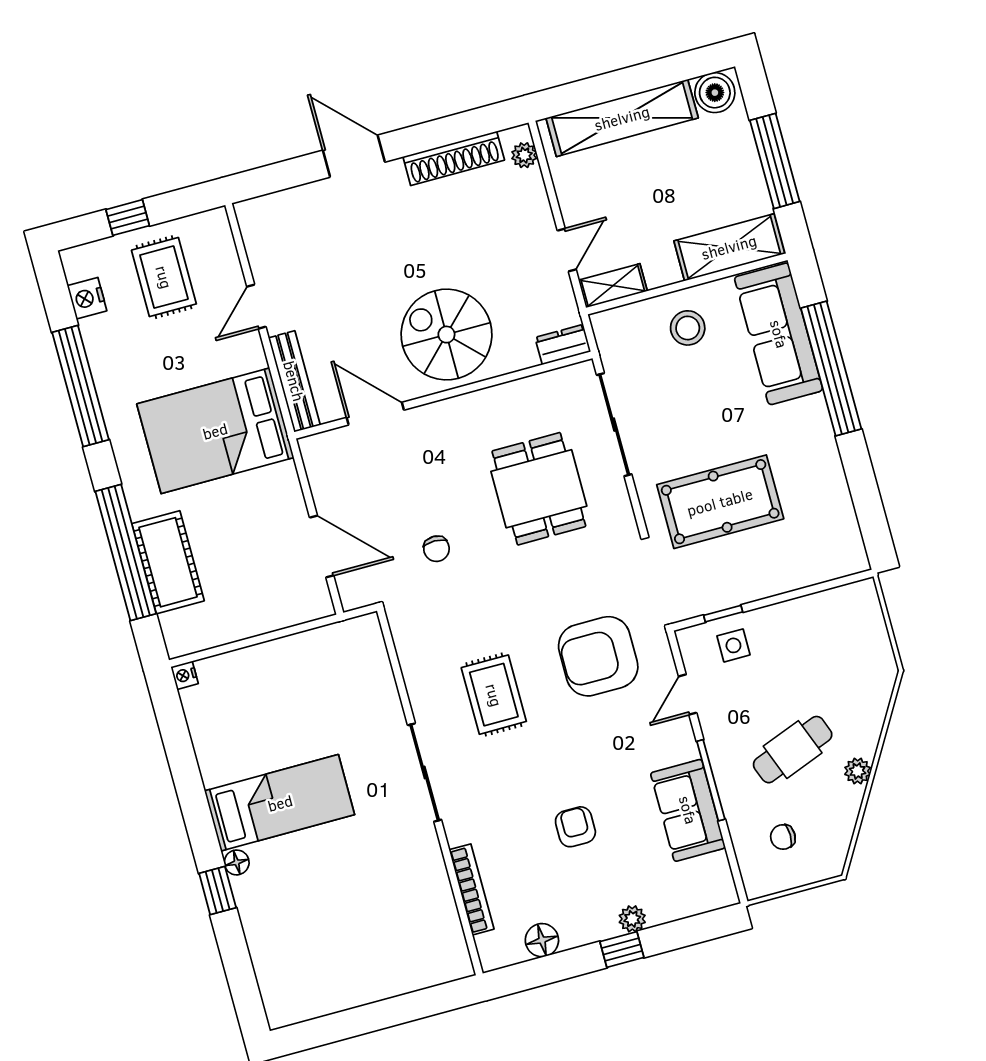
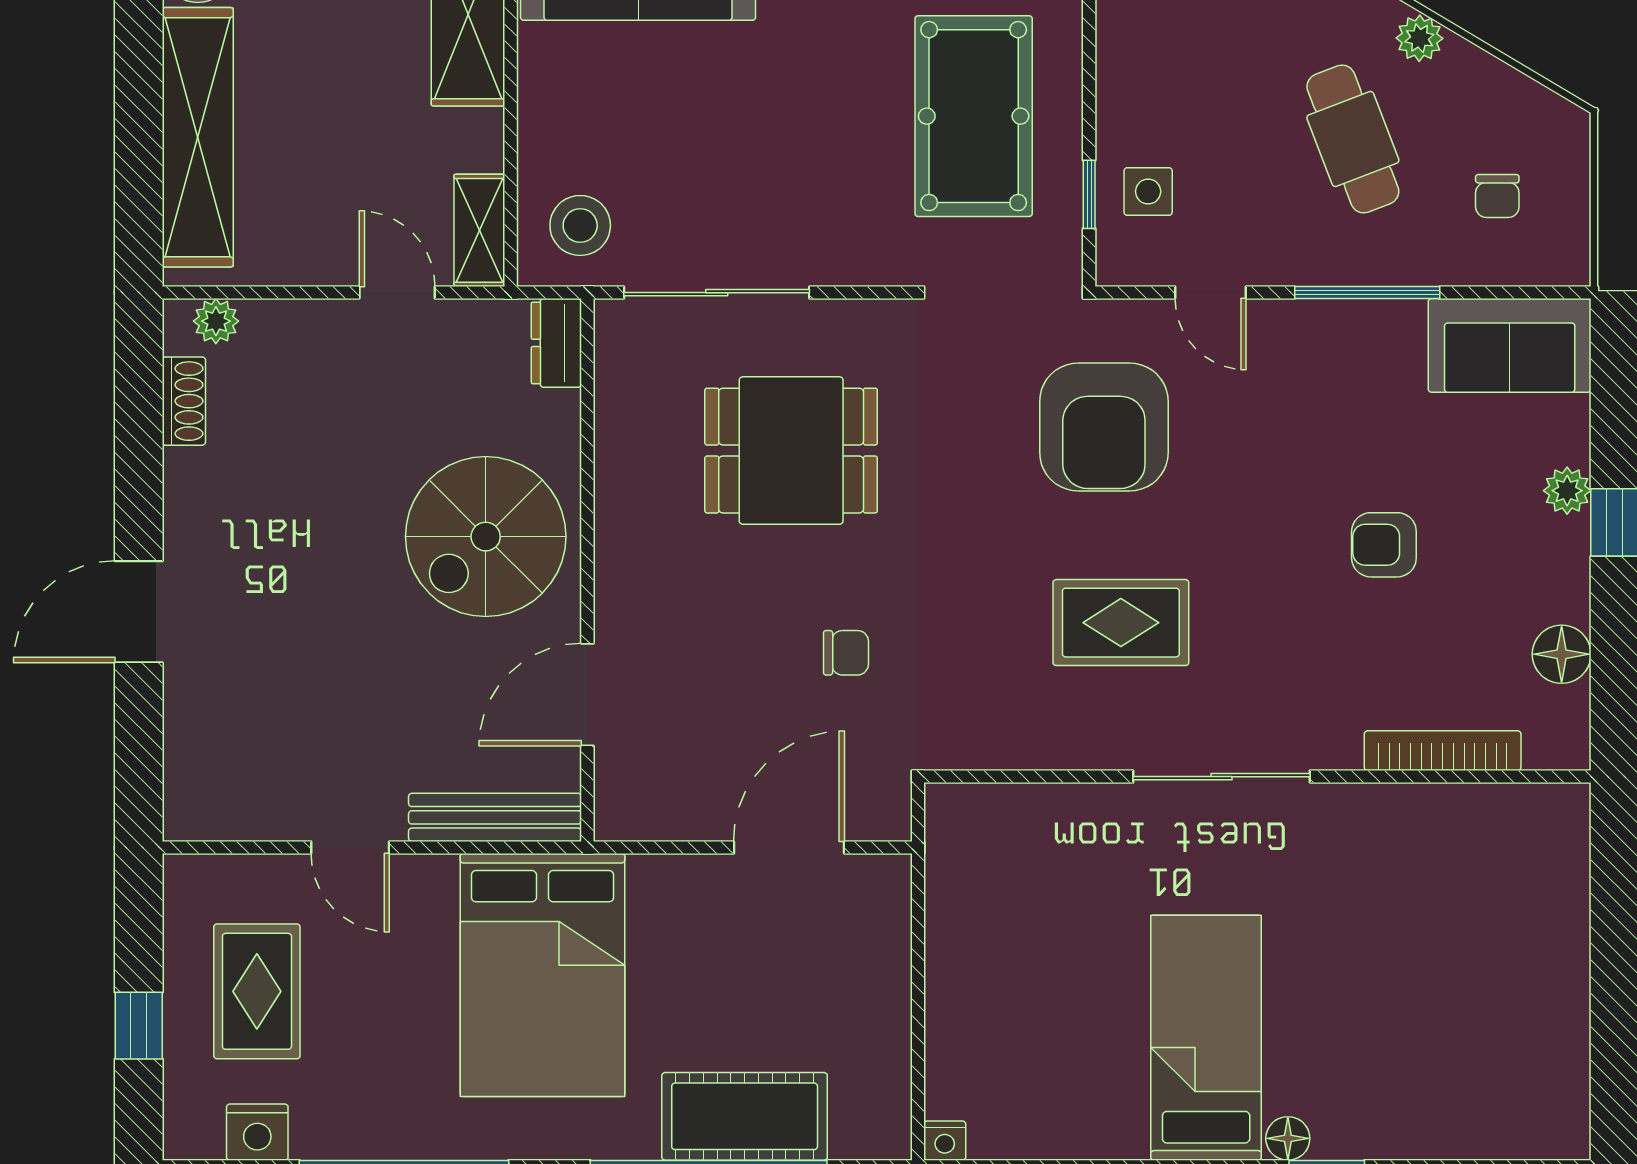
shoe rack: (454, 158) -> (184, 401), width x0.51, depth x0.81
rug: (164, 277) -> (257, 991), turned 90
stool: (688, 328) -> (580, 225), moved
pool table: (720, 502) -> (974, 116), moved
sofa: (688, 810) -> (1510, 345), moved

